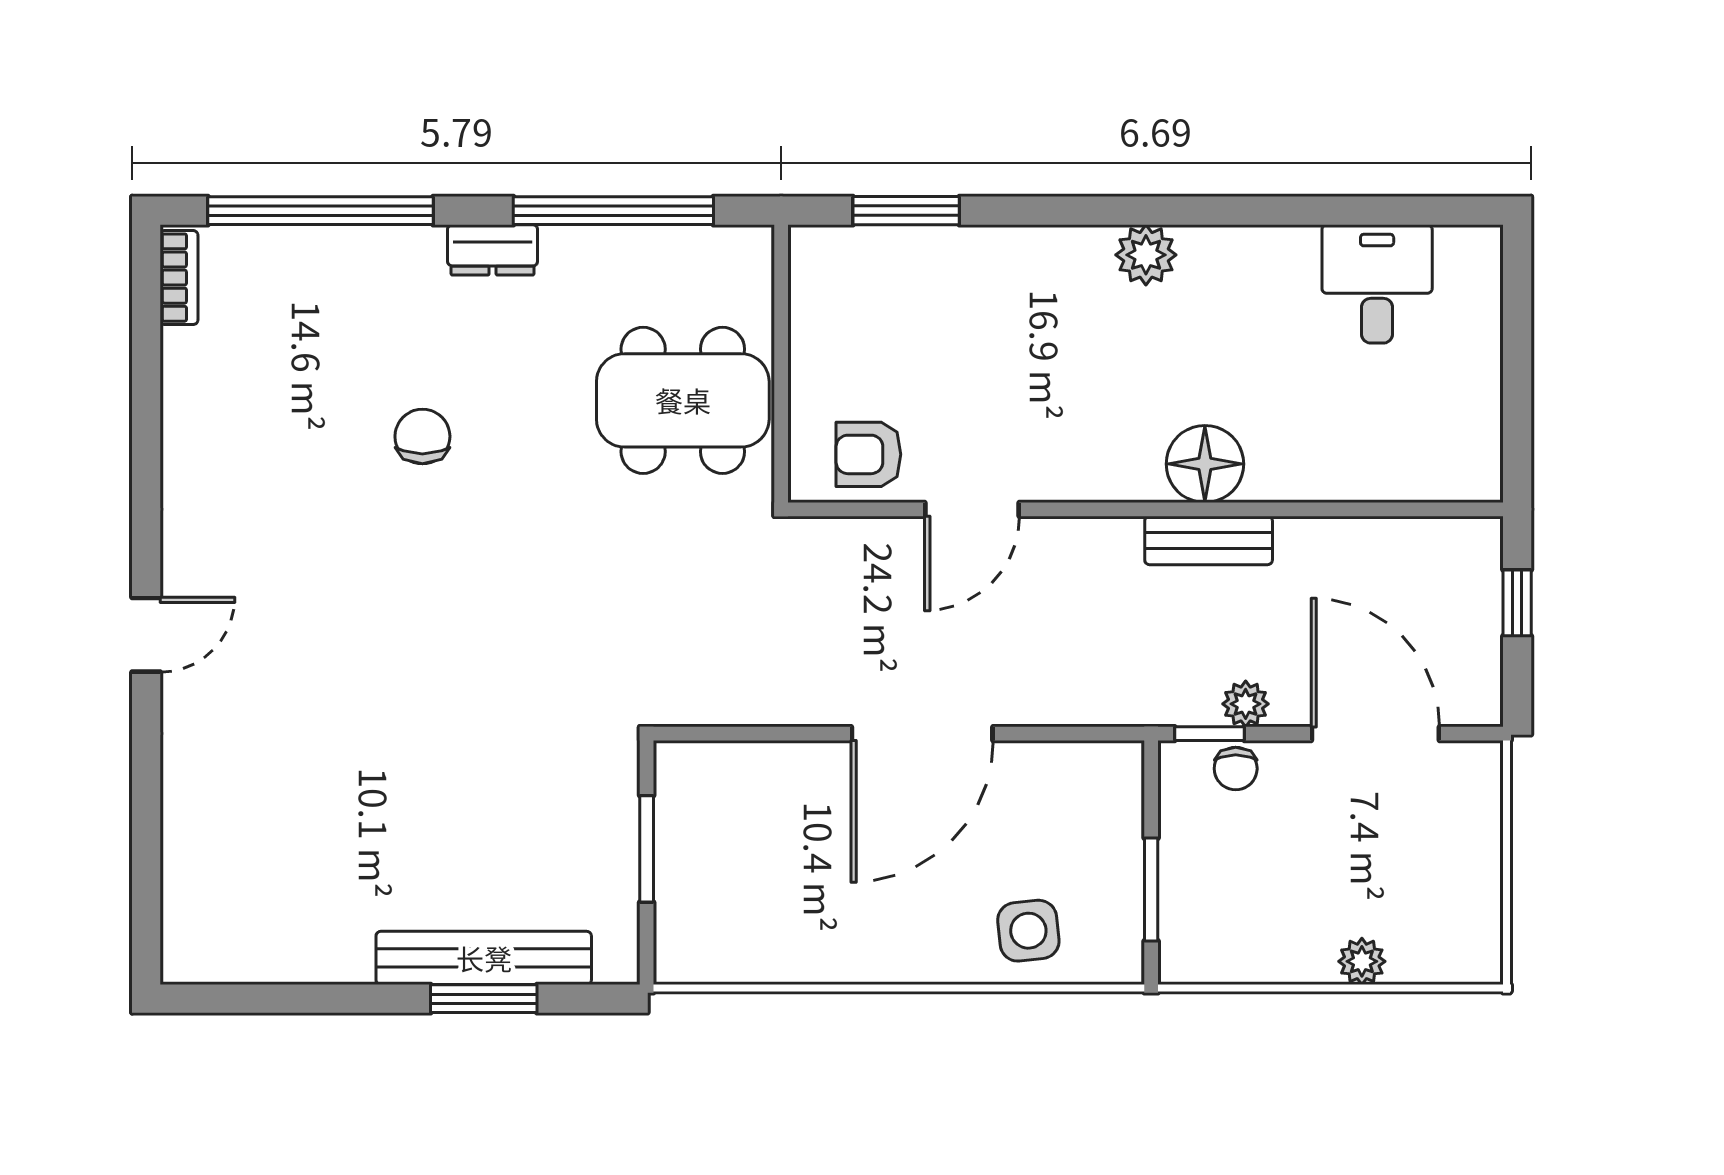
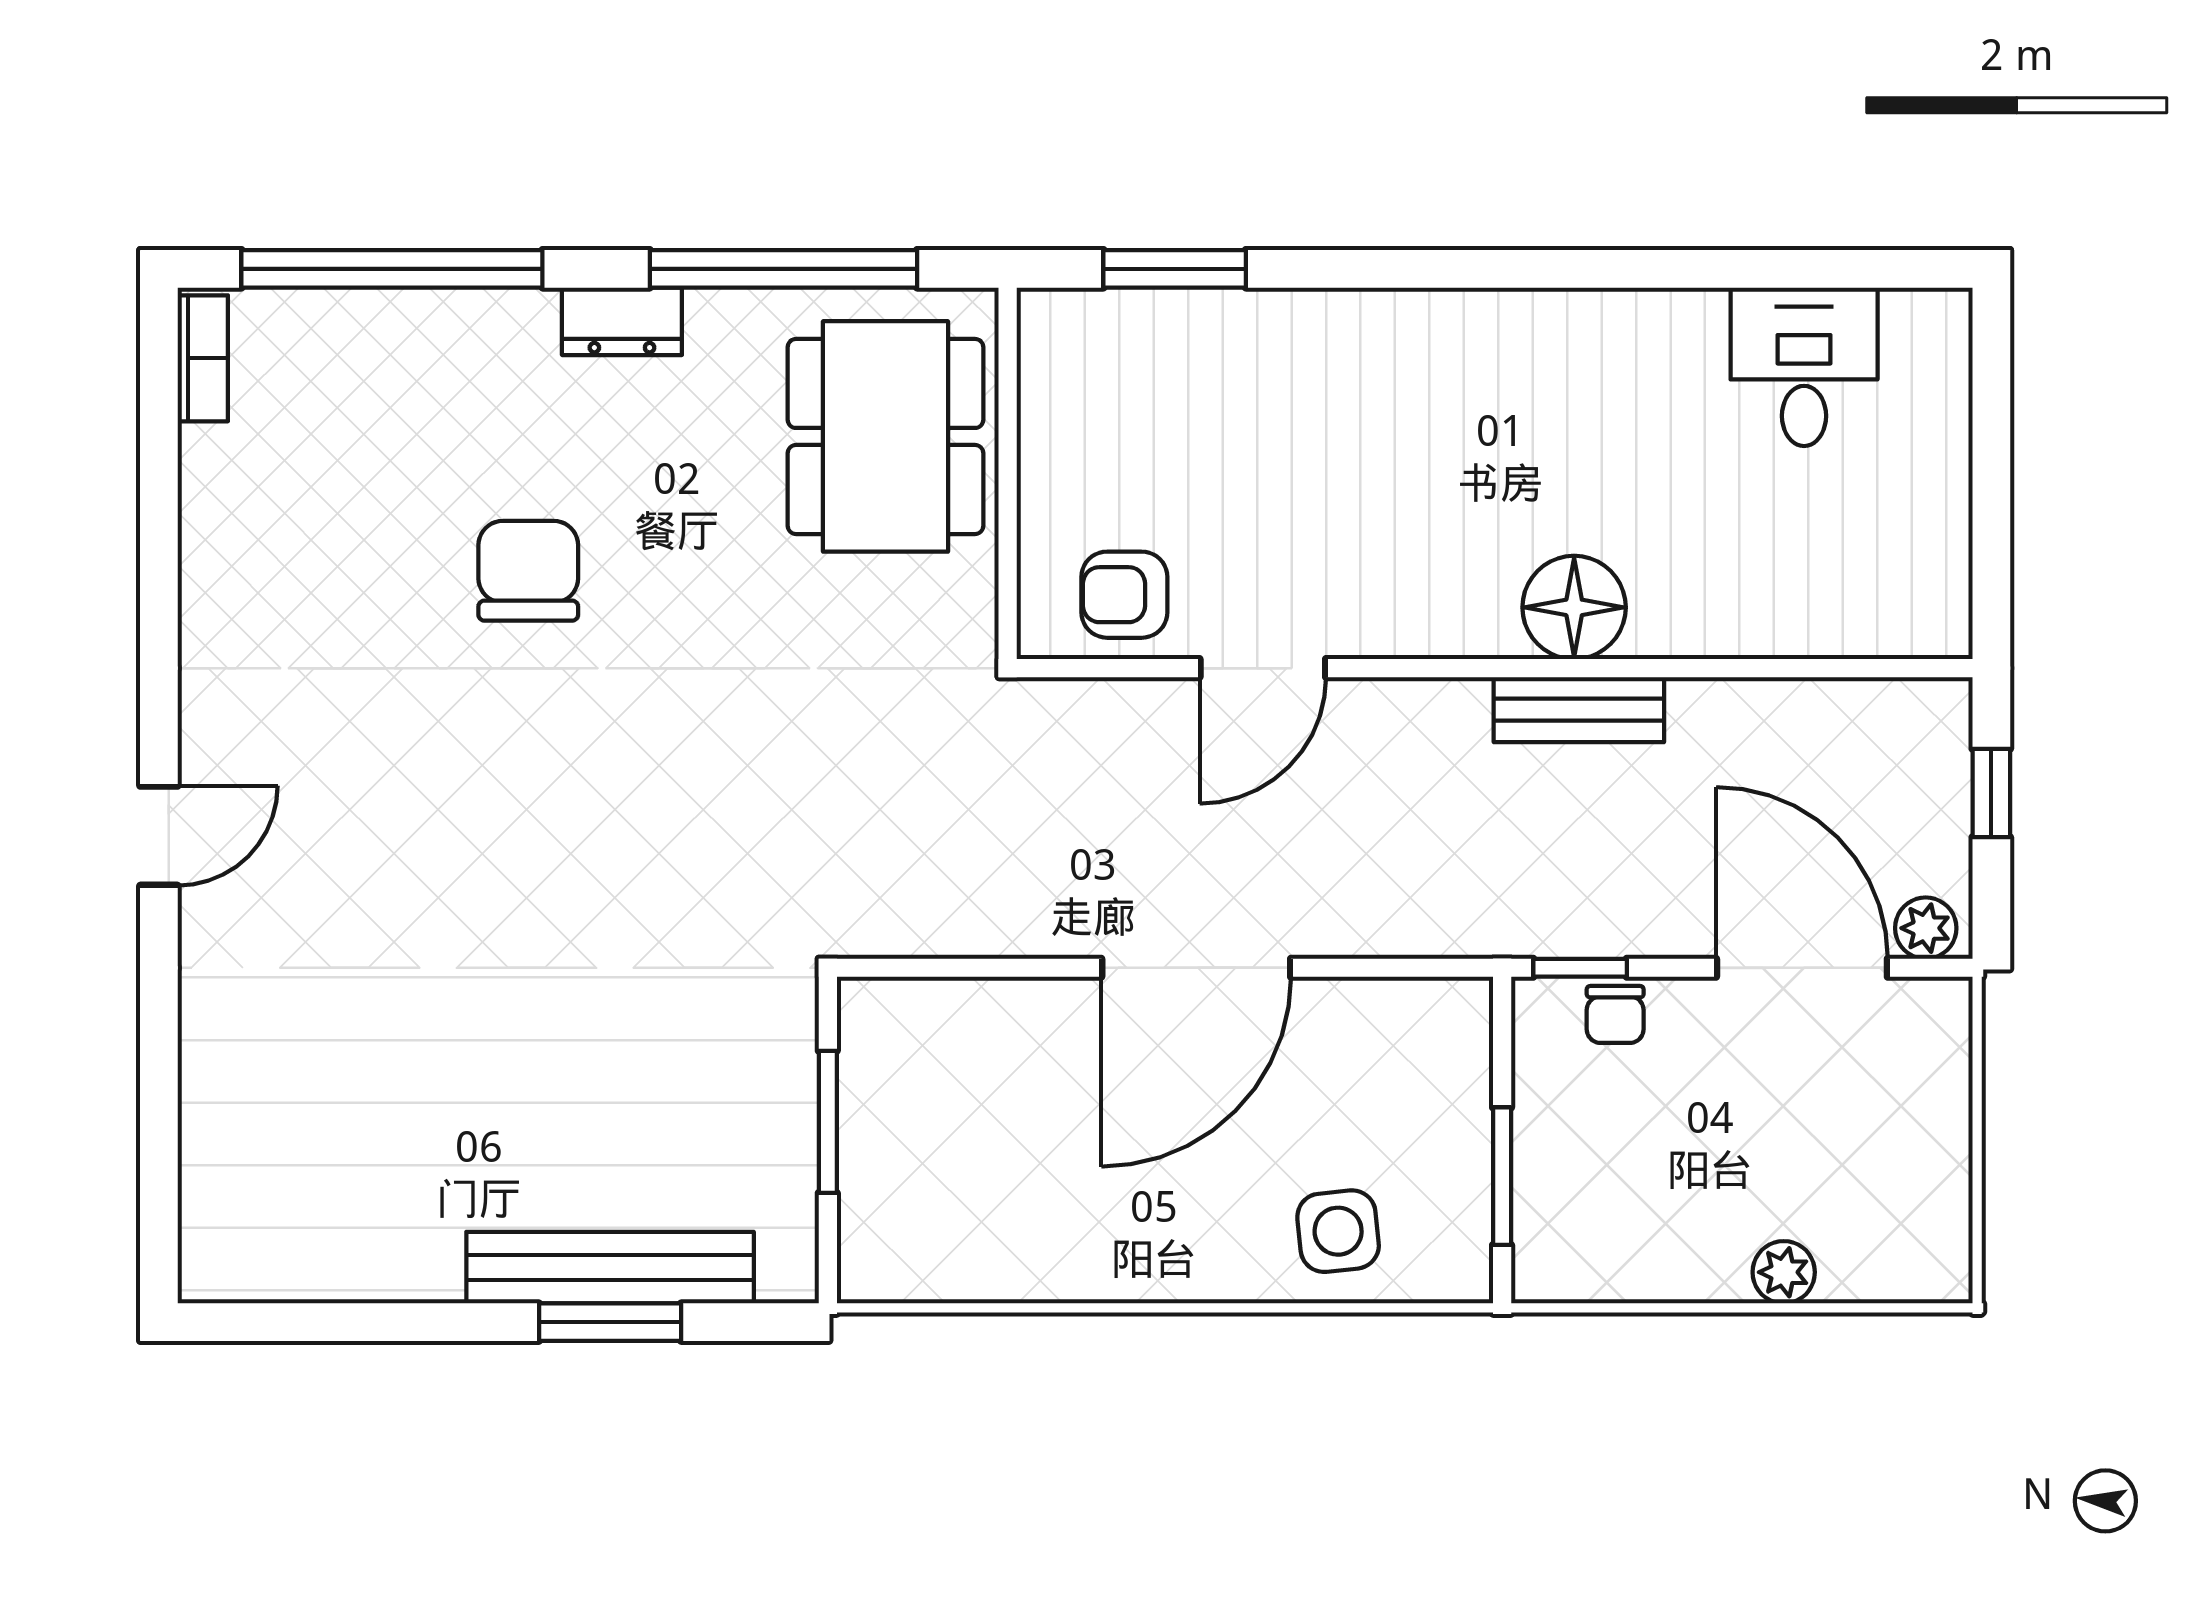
plant: (1146, 255) -> (1495, 328), removed
dining table: (683, 400) -> (886, 436), moved, turned 90
chair: (422, 436) -> (528, 571), width x1.37, depth x1.37
plant: (1246, 704) -> (1926, 928), moved

